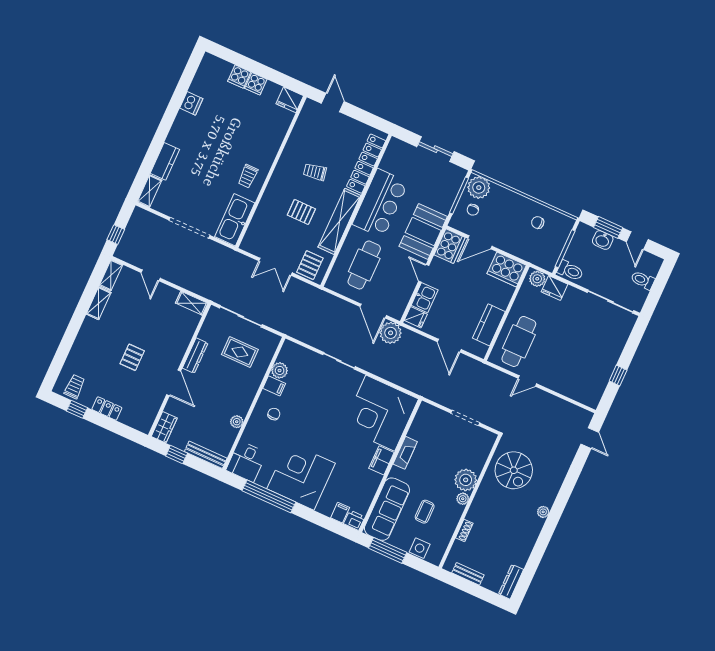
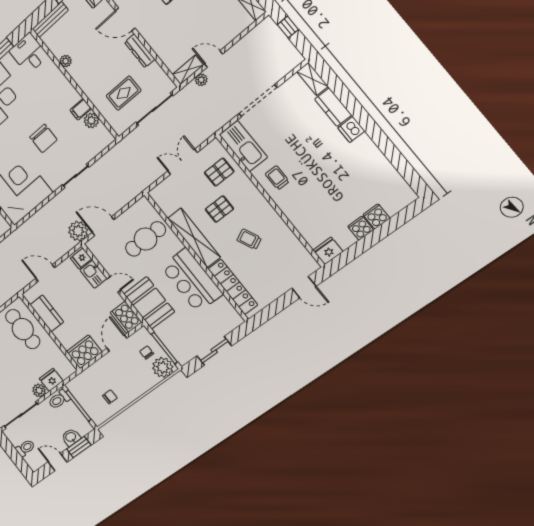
dishwasher: (191, 103) -> (351, 129), moved
trolley: (315, 172) -> (249, 239), turned -105
pallet: (310, 265) -> (219, 172), moved, turned 90
cafe table: (364, 265) -> (146, 239), turned 90
door: (151, 275) -> (214, 59), moved
plant: (537, 279) -> (39, 390), moved
plant: (195, 287) -> (201, 80), added
chair: (274, 414) -> (43, 138), moved, width x1.87, depth x1.87

